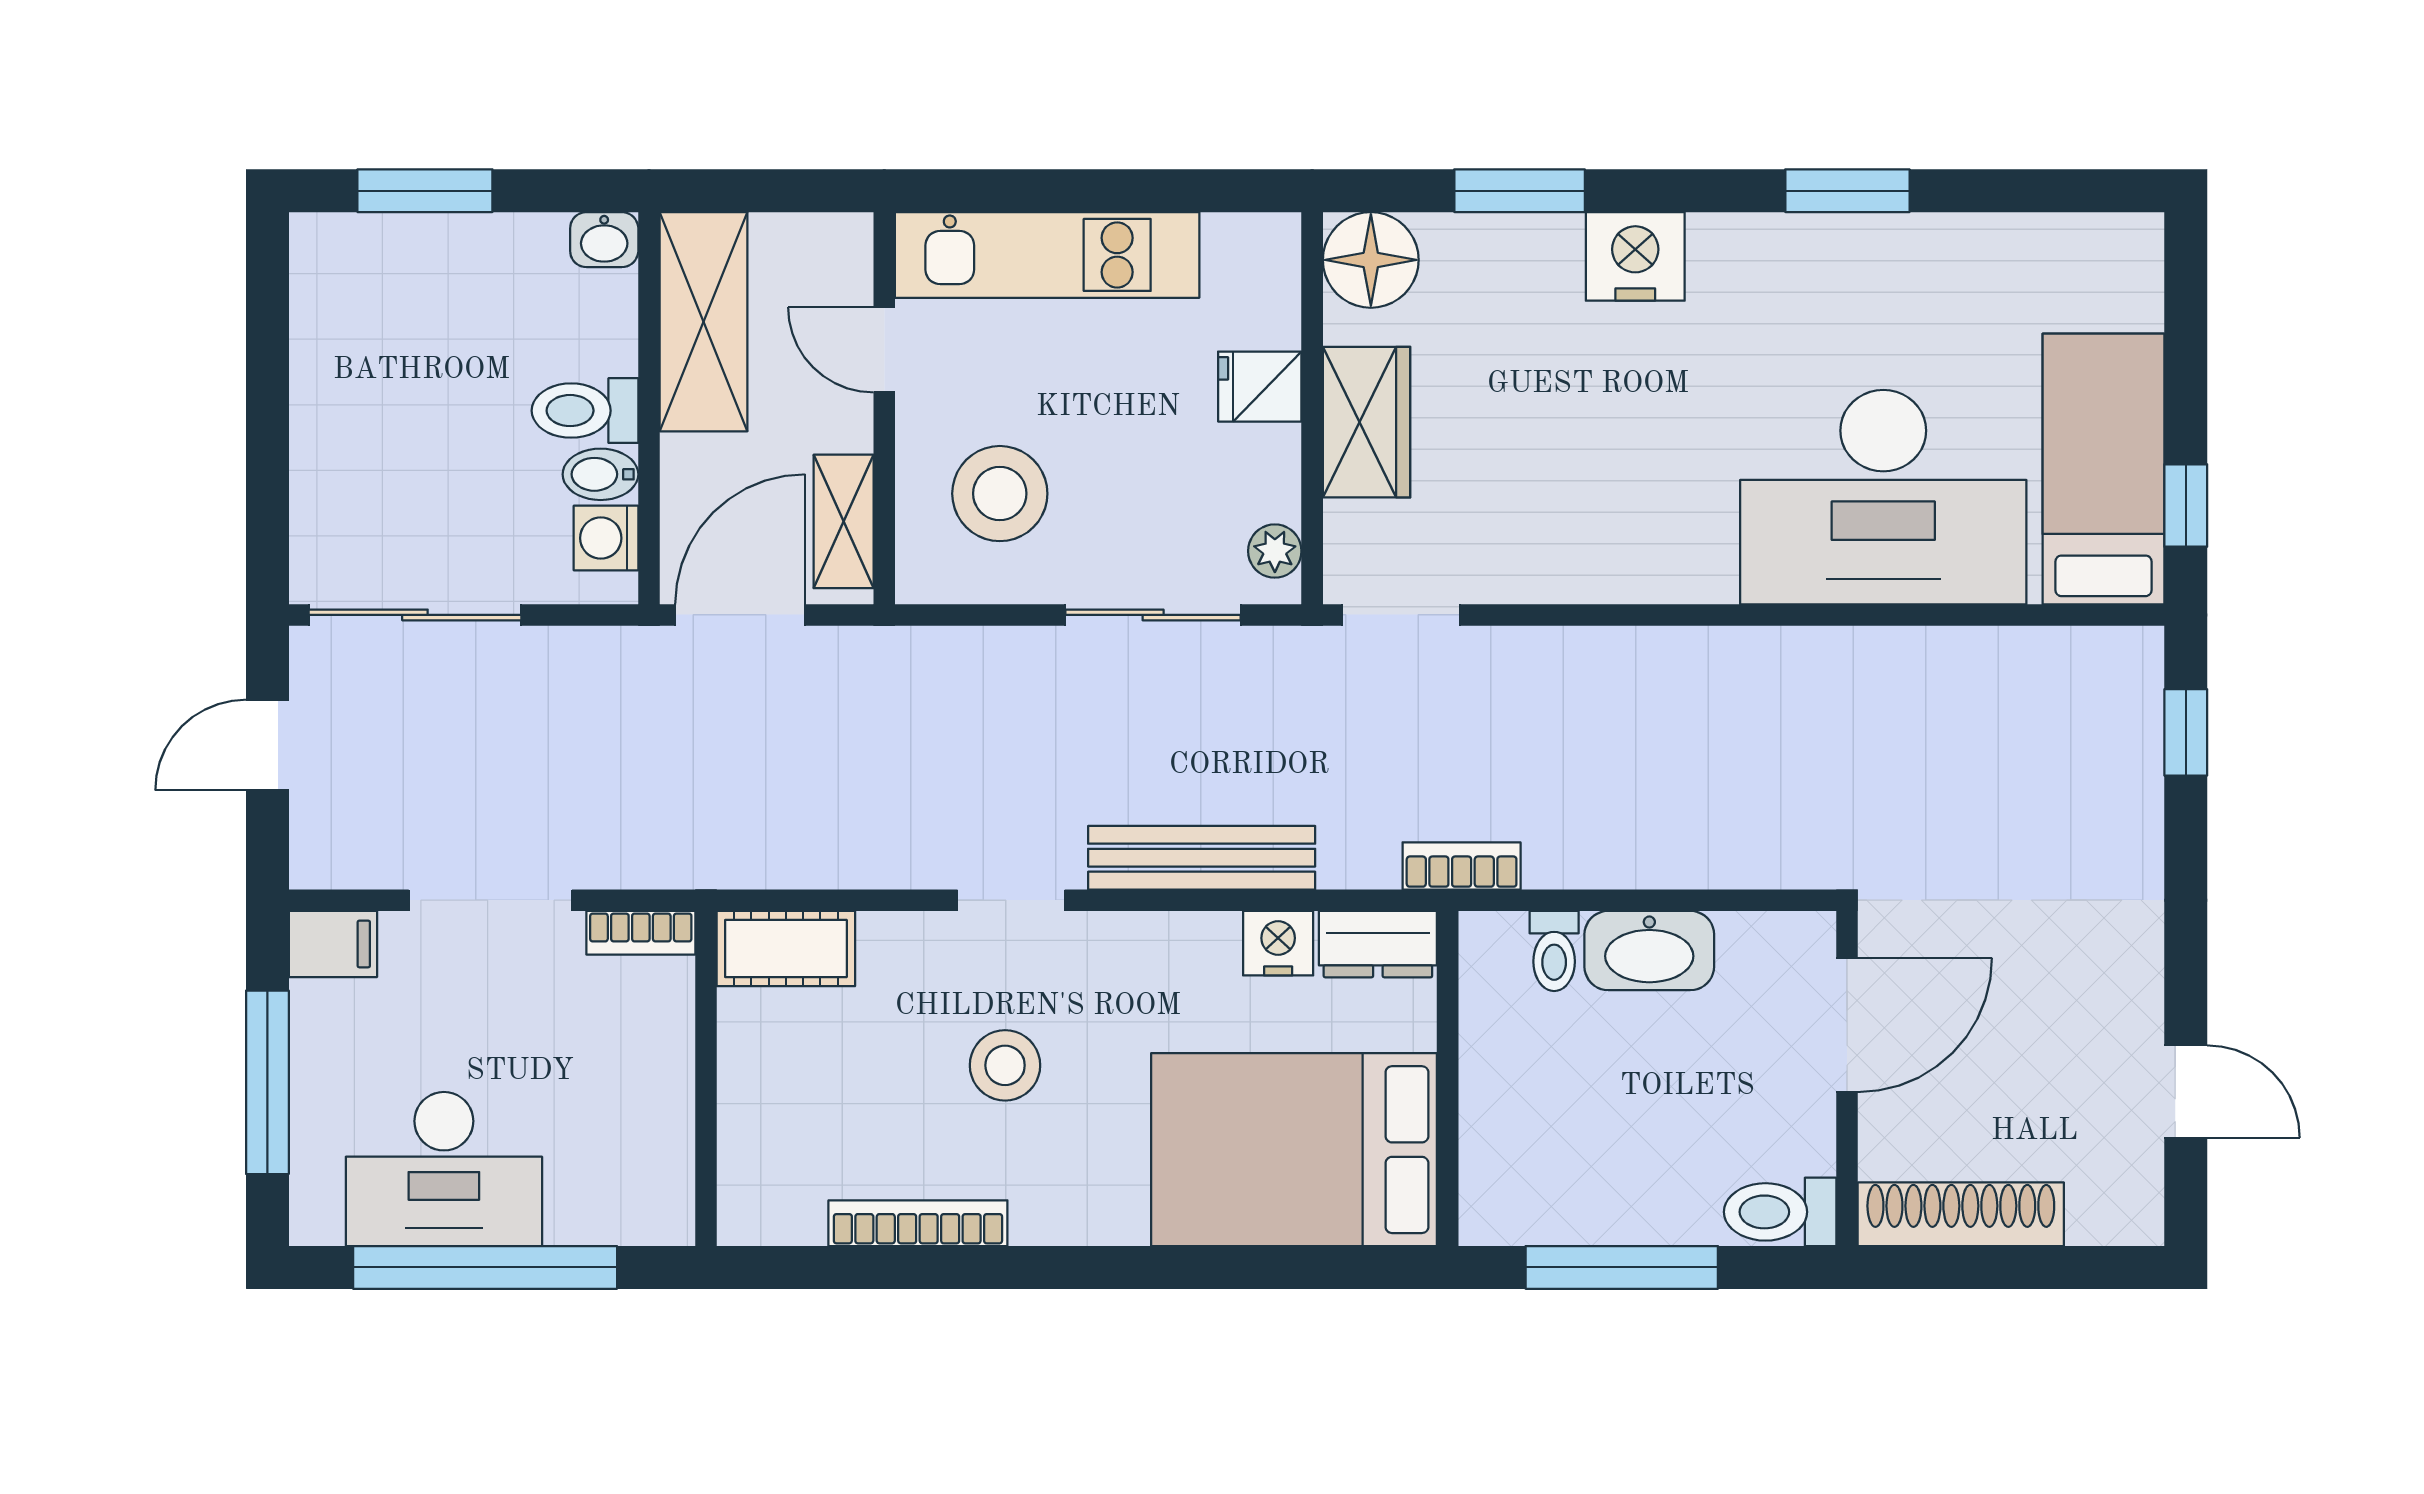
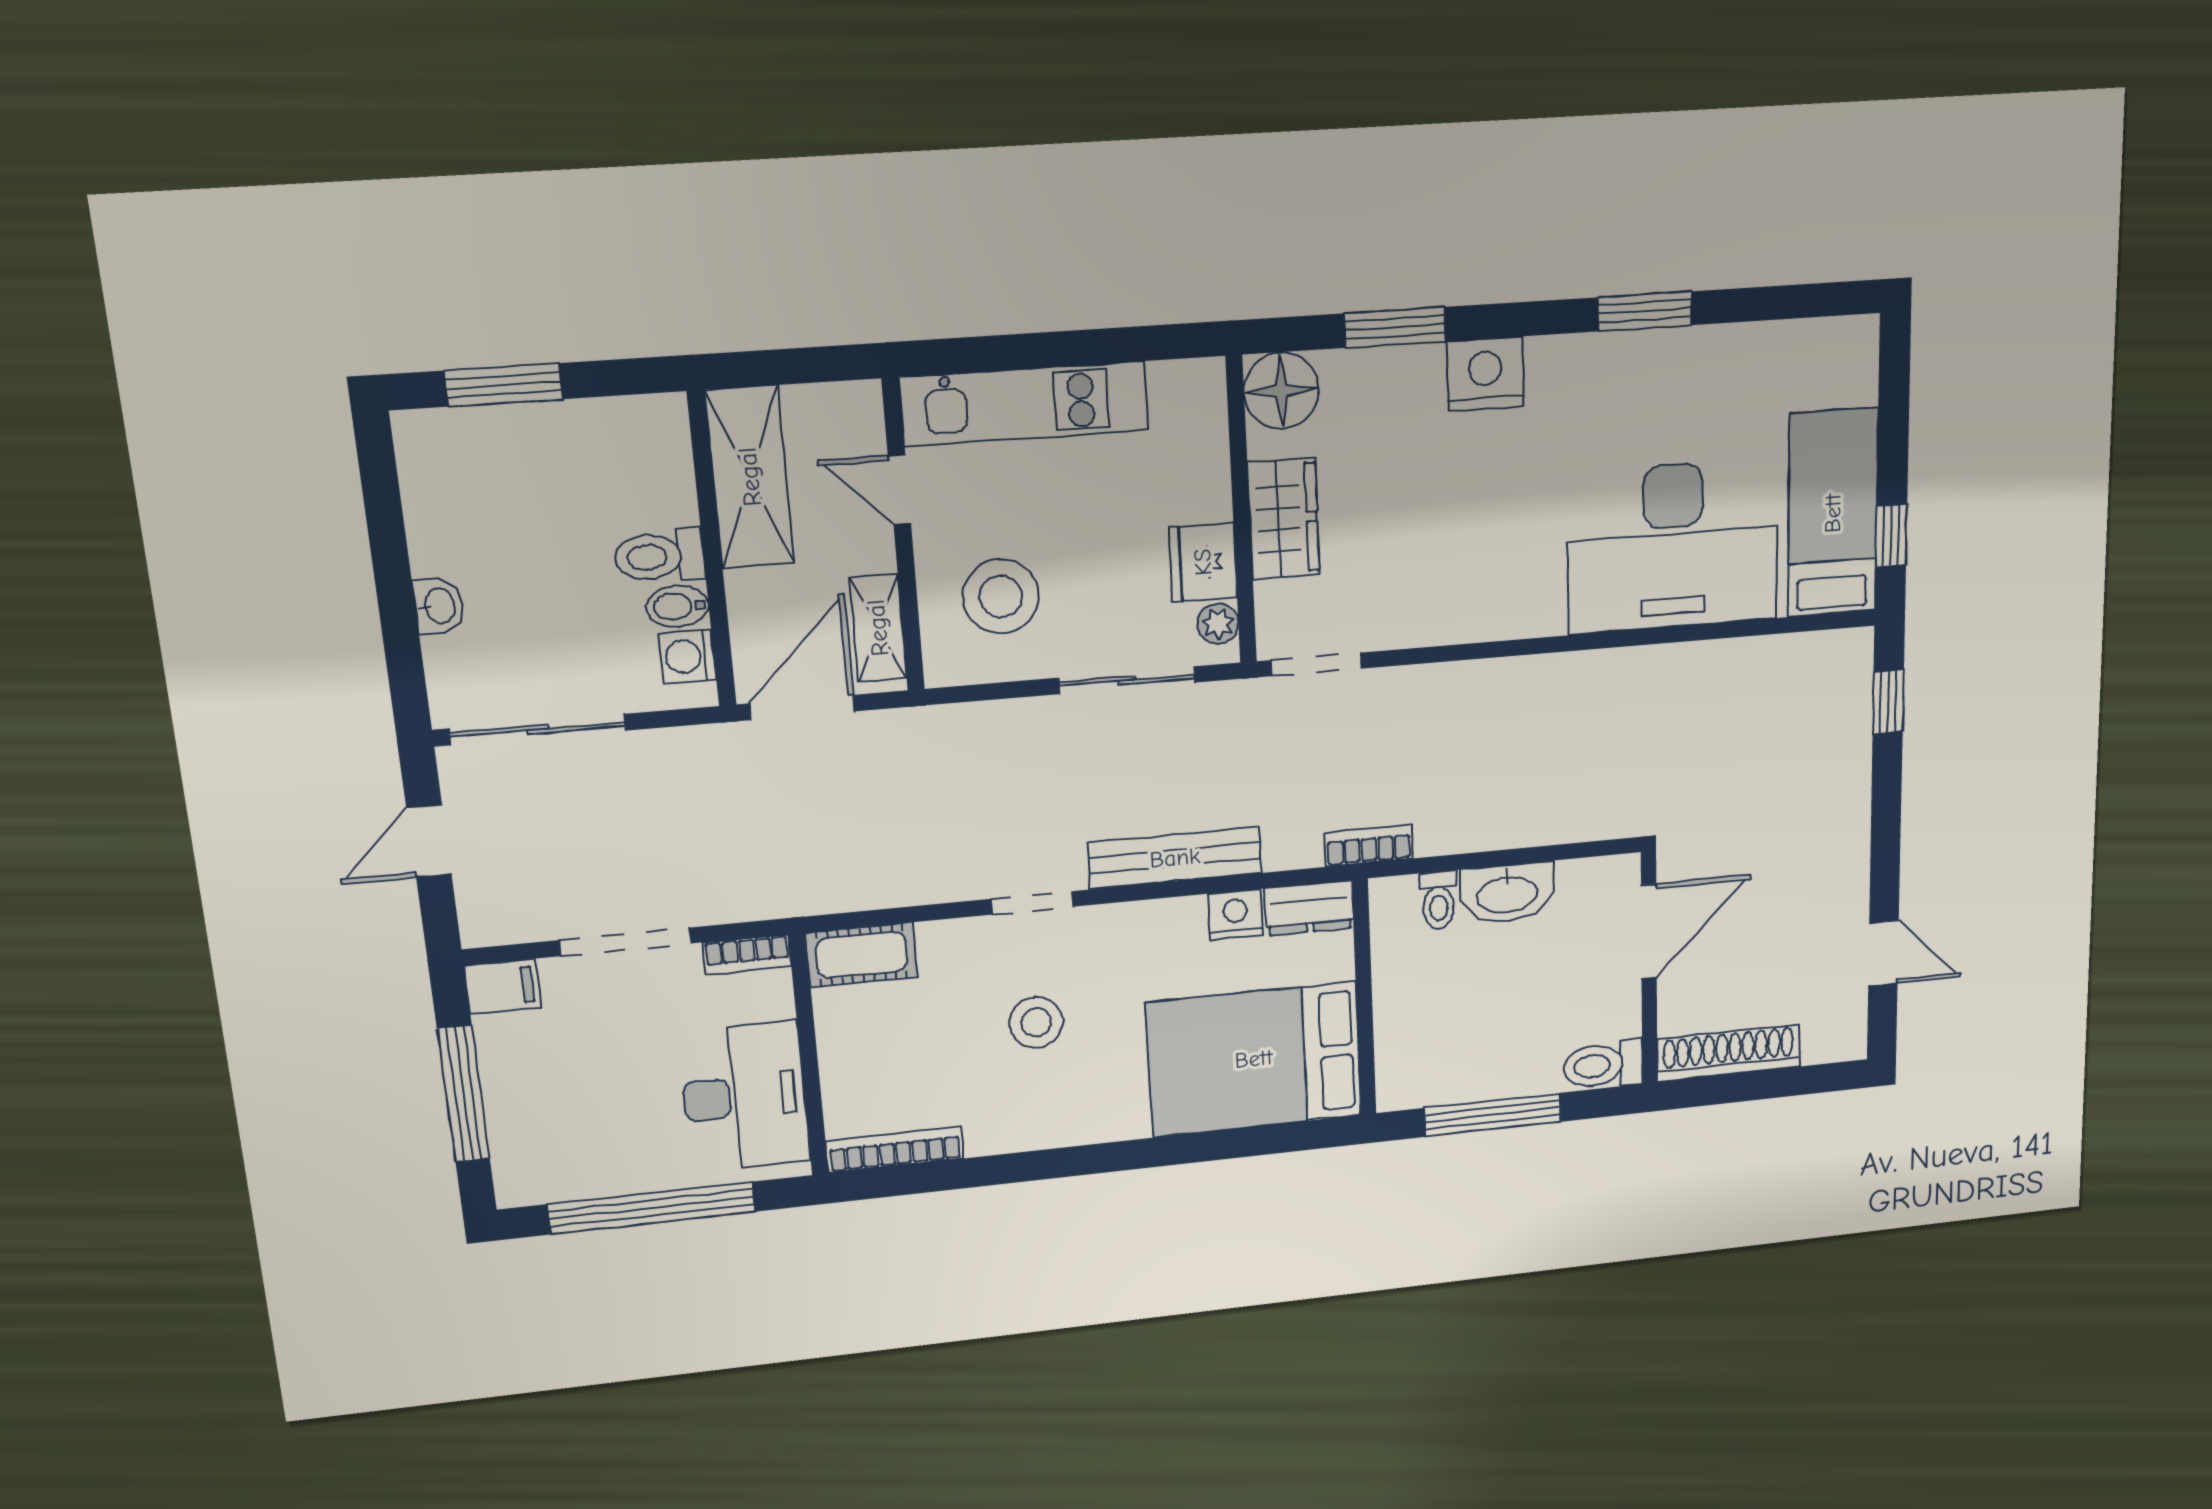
washbasin: (604, 240) -> (439, 606), moved, turned -90
fridge: (1260, 387) -> (1203, 562), moved, width x1.38
desk: (444, 1169) -> (744, 1096), moved, turned -90
bookcase: (918, 1223) -> (895, 1150), moved

